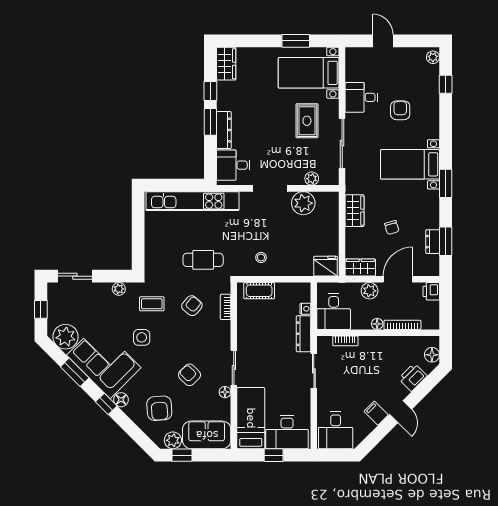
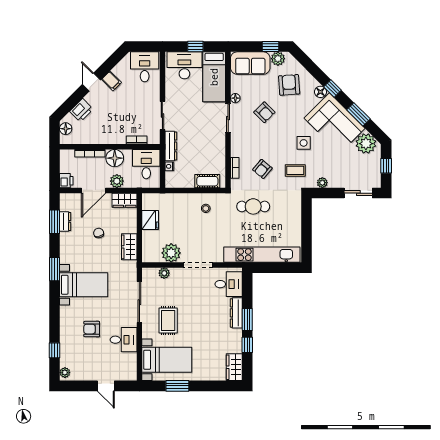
armchair: (400, 110) -> (92, 329), turned 90
fridge: (326, 266) -> (150, 220), moved, turned -90
floor lamp: (377, 324) -> (115, 158), width x1.89, depth x1.89

